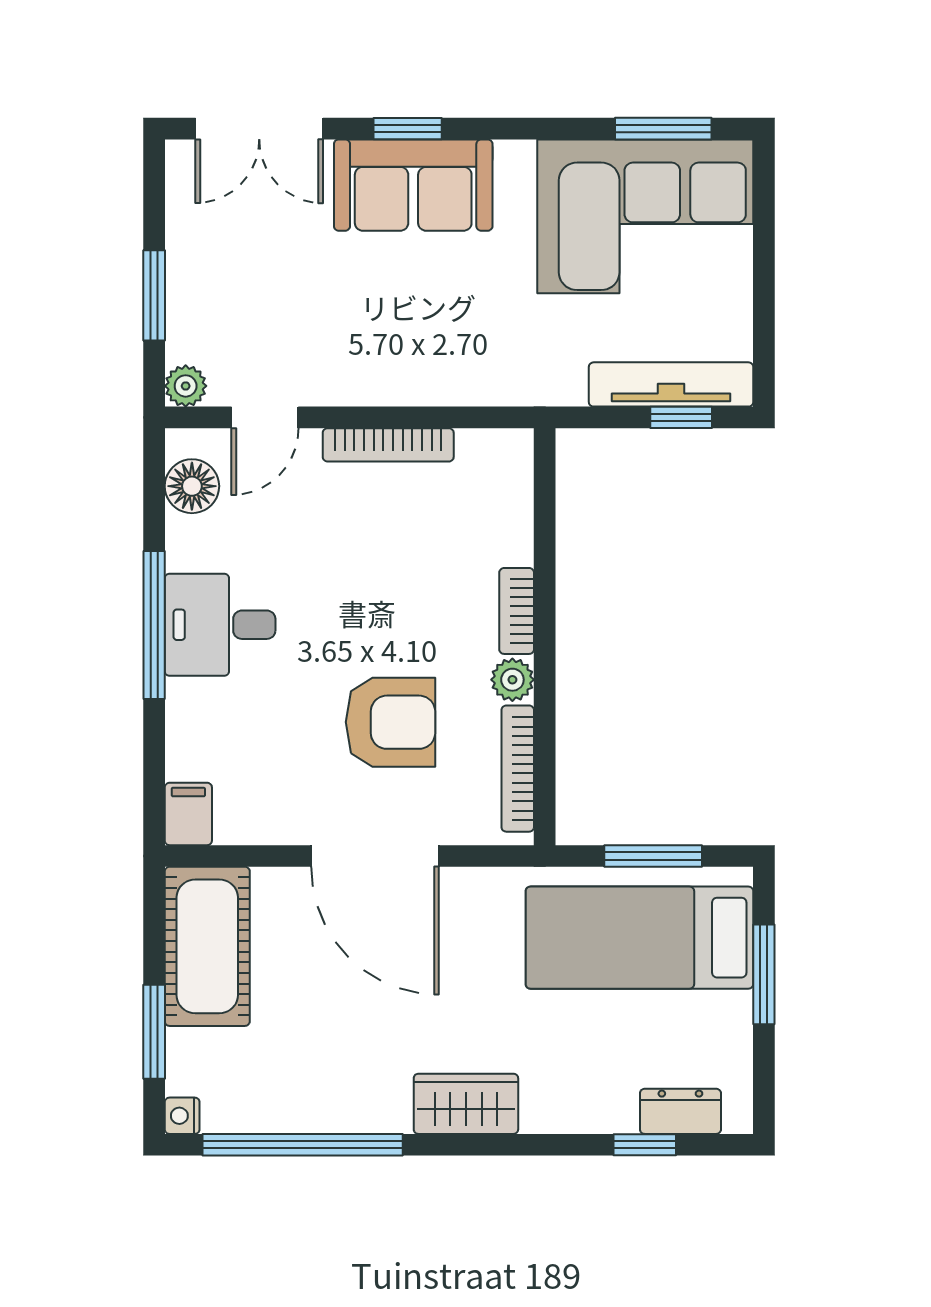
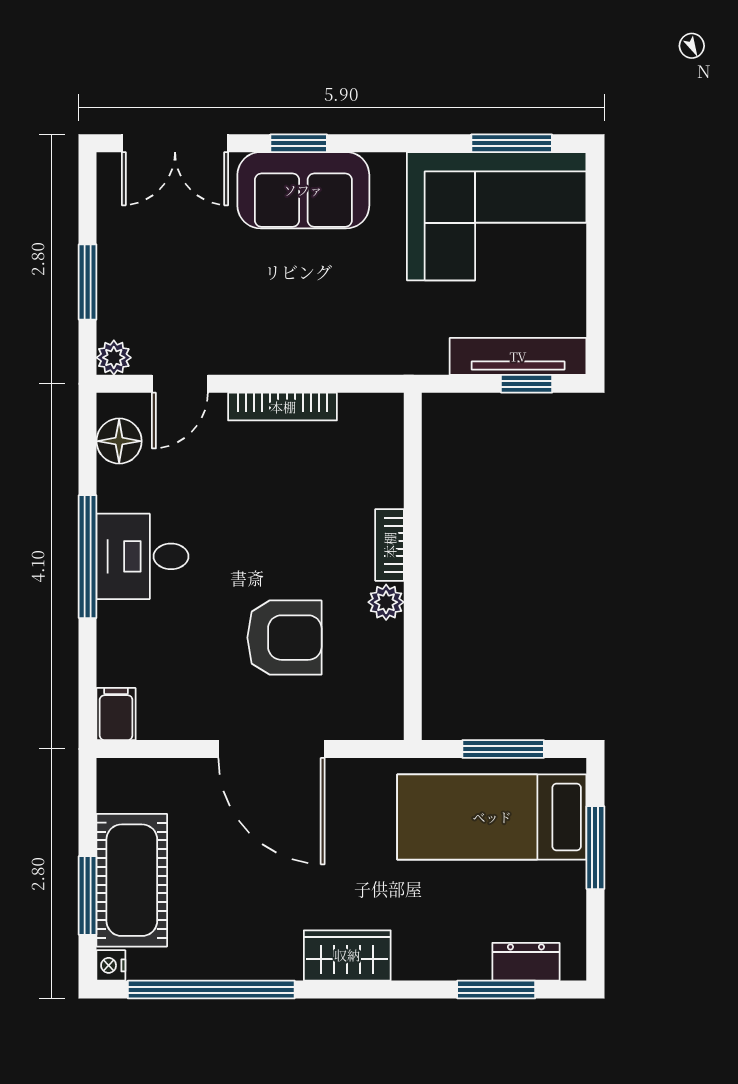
bookcase: (518, 769) -> (390, 676), removed
cot: (207, 946) -> (132, 880), moved
window: (645, 1145) -> (496, 990), width x1.50

